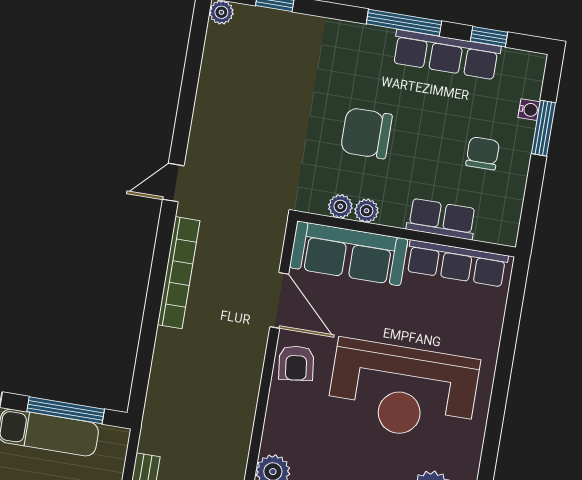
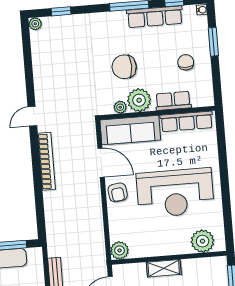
water cooler: (529, 110) -> (202, 10), moved
plant: (367, 211) -> (139, 100), width x1.88, depth x1.88

